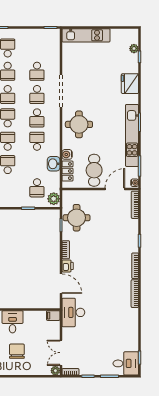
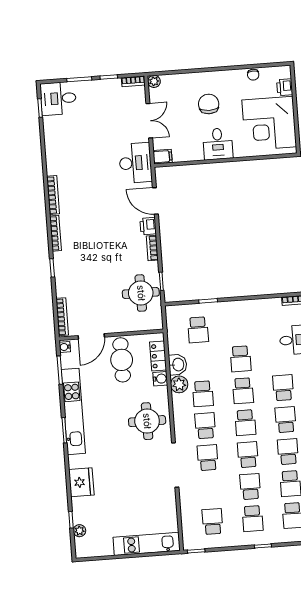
school desk: (37, 71) -> (212, 522), moved
school desk: (37, 188) -> (198, 330), turned 180
plant: (54, 199) -> (179, 384), moved
chair: (17, 351) -> (209, 104), turned 180
double door: (61, 353) -> (149, 121), moved

